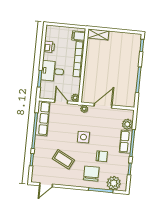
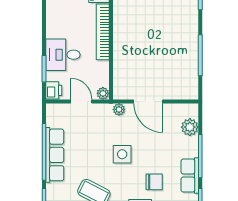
printer: (49, 47) -> (54, 90), moved
door: (103, 106) -> (148, 102), swing flipped
row of seats: (43, 118) -> (55, 155), moved
row of seats: (126, 142) -> (190, 175), moved

